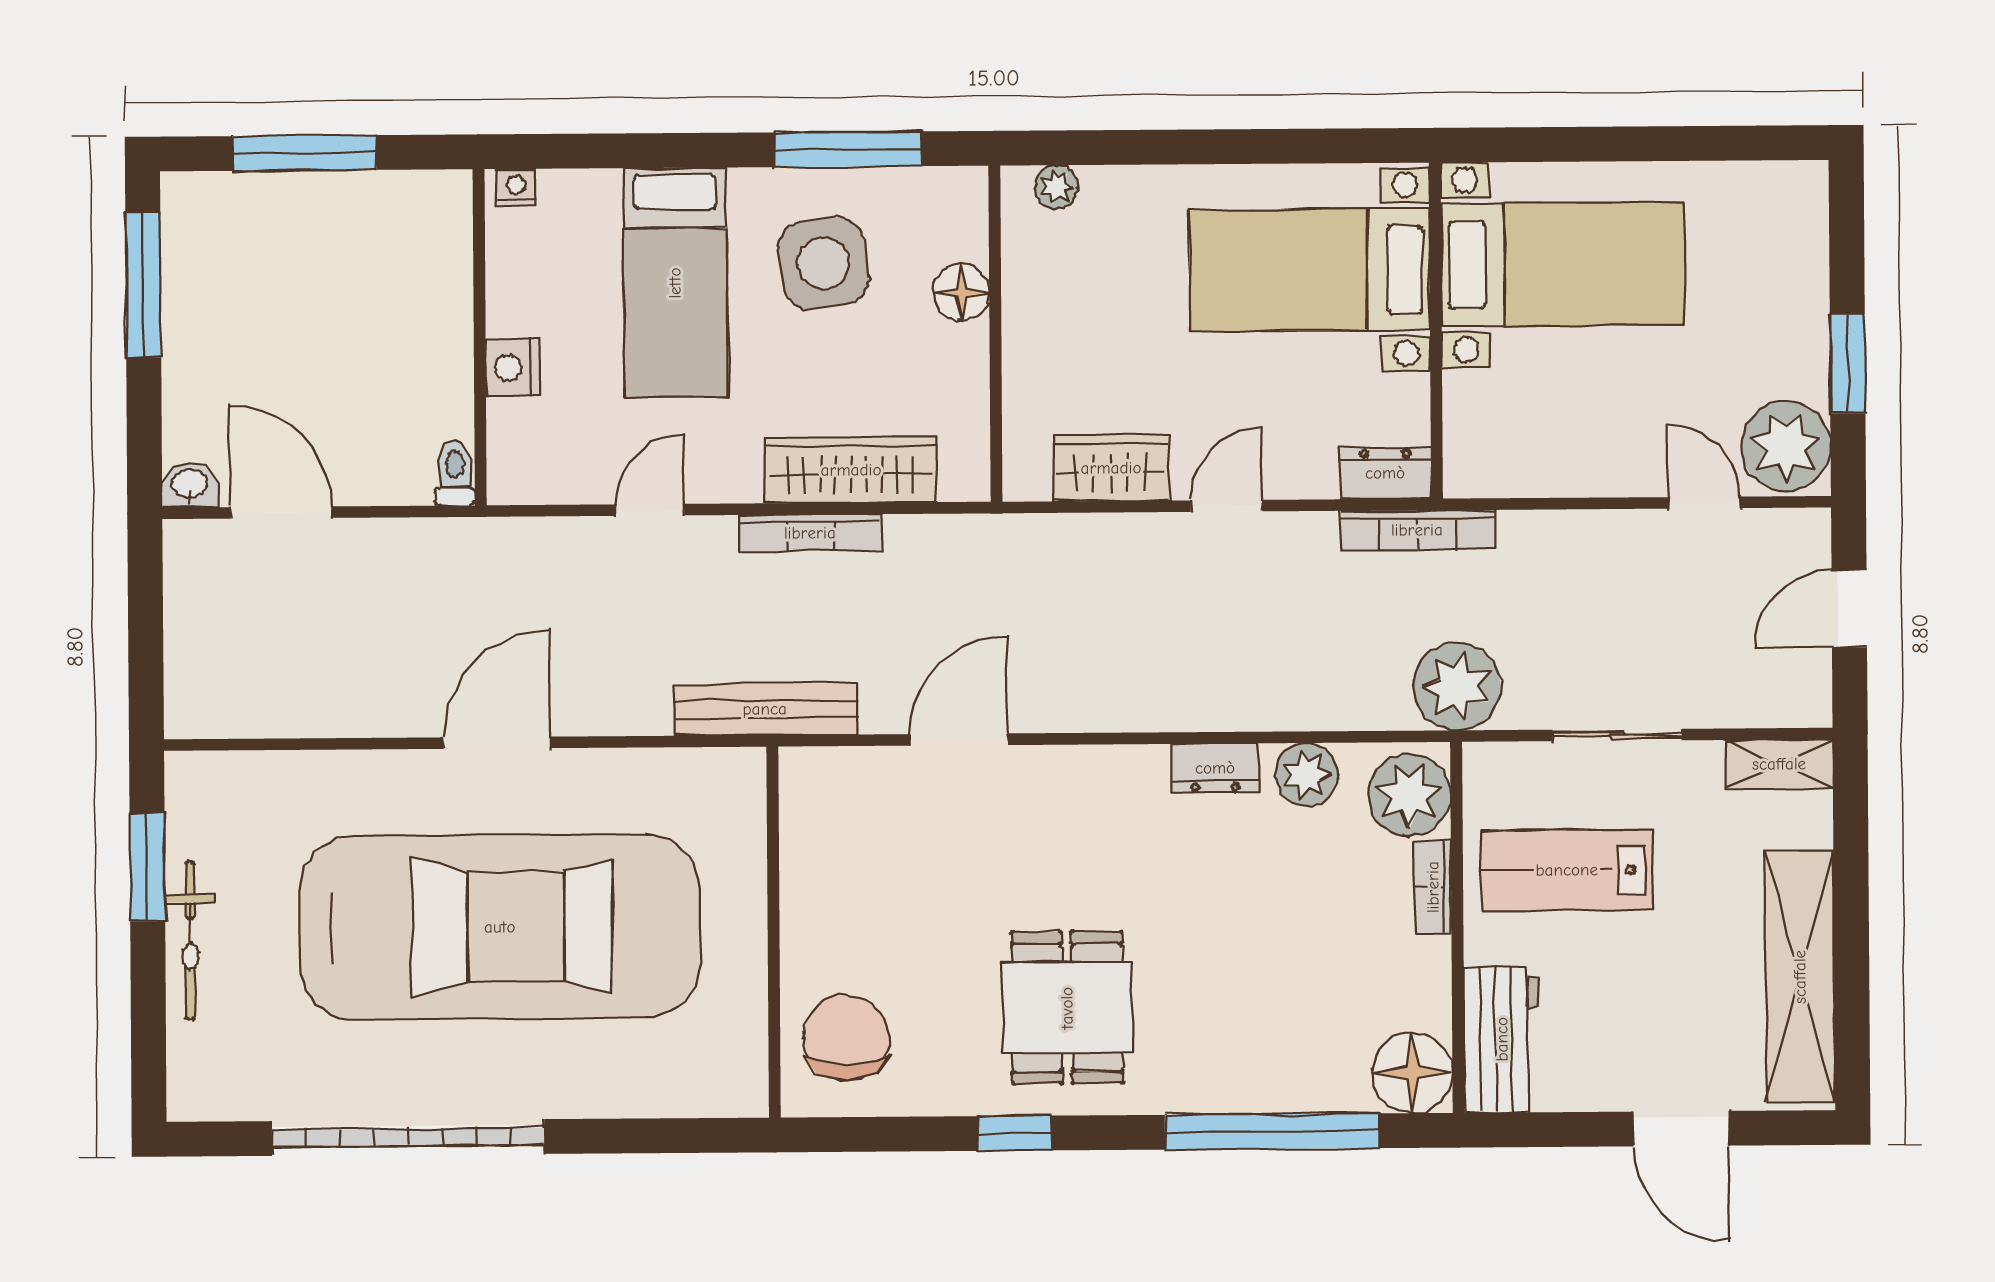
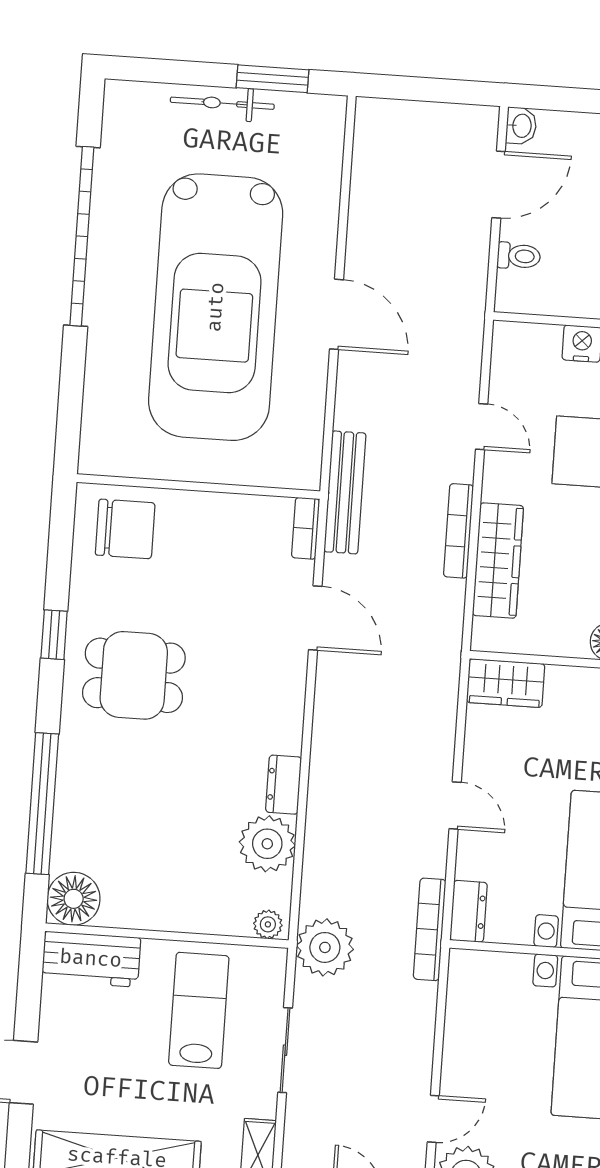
wardrobe: (1111, 468) -> (506, 683), moved, turned 90
toilet: (455, 473) -> (519, 256), moved
plant: (1306, 774) -> (267, 844), width x1.36, depth x1.36
plant: (1409, 795) -> (268, 924), width x0.53, depth x0.53
bookcase: (1433, 887) -> (306, 528), moved, turned -90

